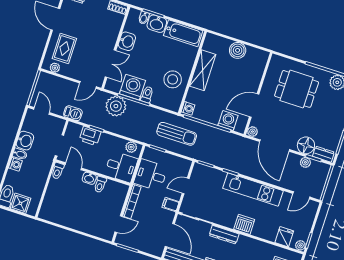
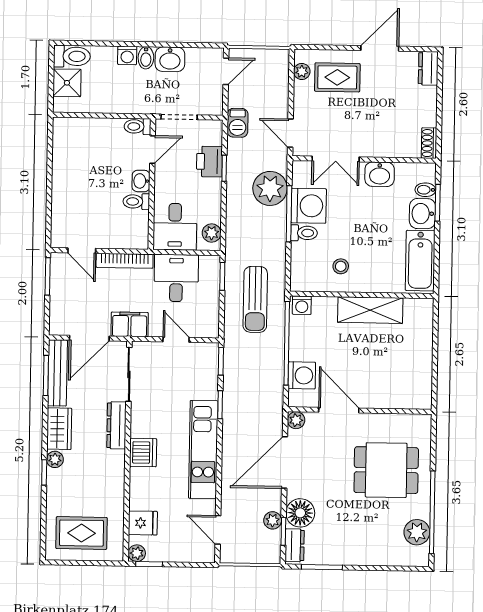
boiler: (238, 50) -> (419, 356), removed
stool: (173, 79) -> (341, 266), width x0.53, depth x0.53
dining table: (297, 89) -> (386, 470), turned 90
filing cabinet: (171, 204) -> (130, 324), width x2.00

